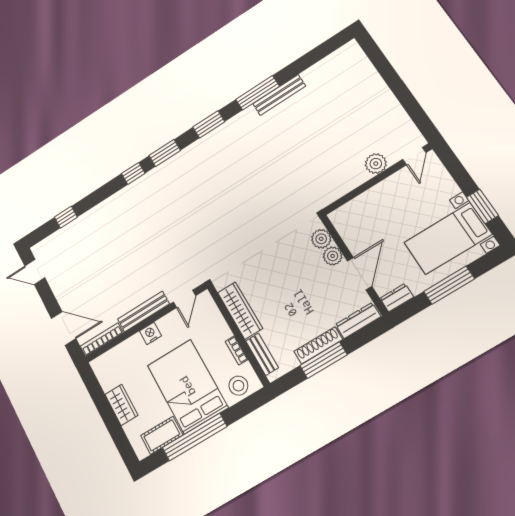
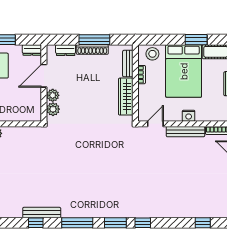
window: (257, 93) -> (36, 223), width x0.46
bench: (279, 95) -> (42, 213), moved
window: (209, 124) -> (77, 223), width x1.44
dresser: (358, 321) -> (66, 50), width x0.70
window: (195, 437) -> (196, 40), width x0.47

